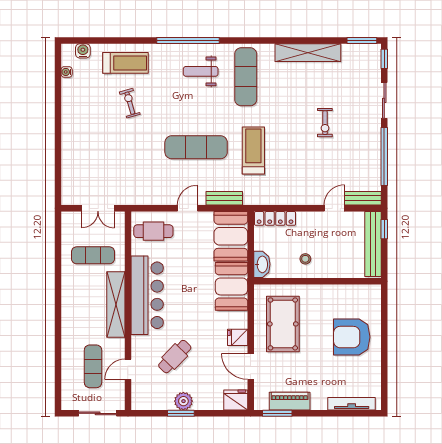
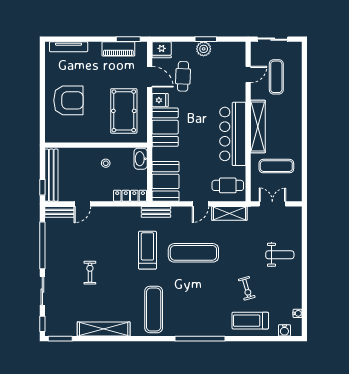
weight bench: (201, 71) -> (280, 255), moved
treadmill: (253, 151) -> (147, 250), turned 180
shelving: (151, 196) -> (229, 213), added
bench: (224, 198) -> (156, 212), moved
booth: (231, 286) -> (165, 127), moved
cafe table: (175, 357) -> (183, 76), moved, turned -42

